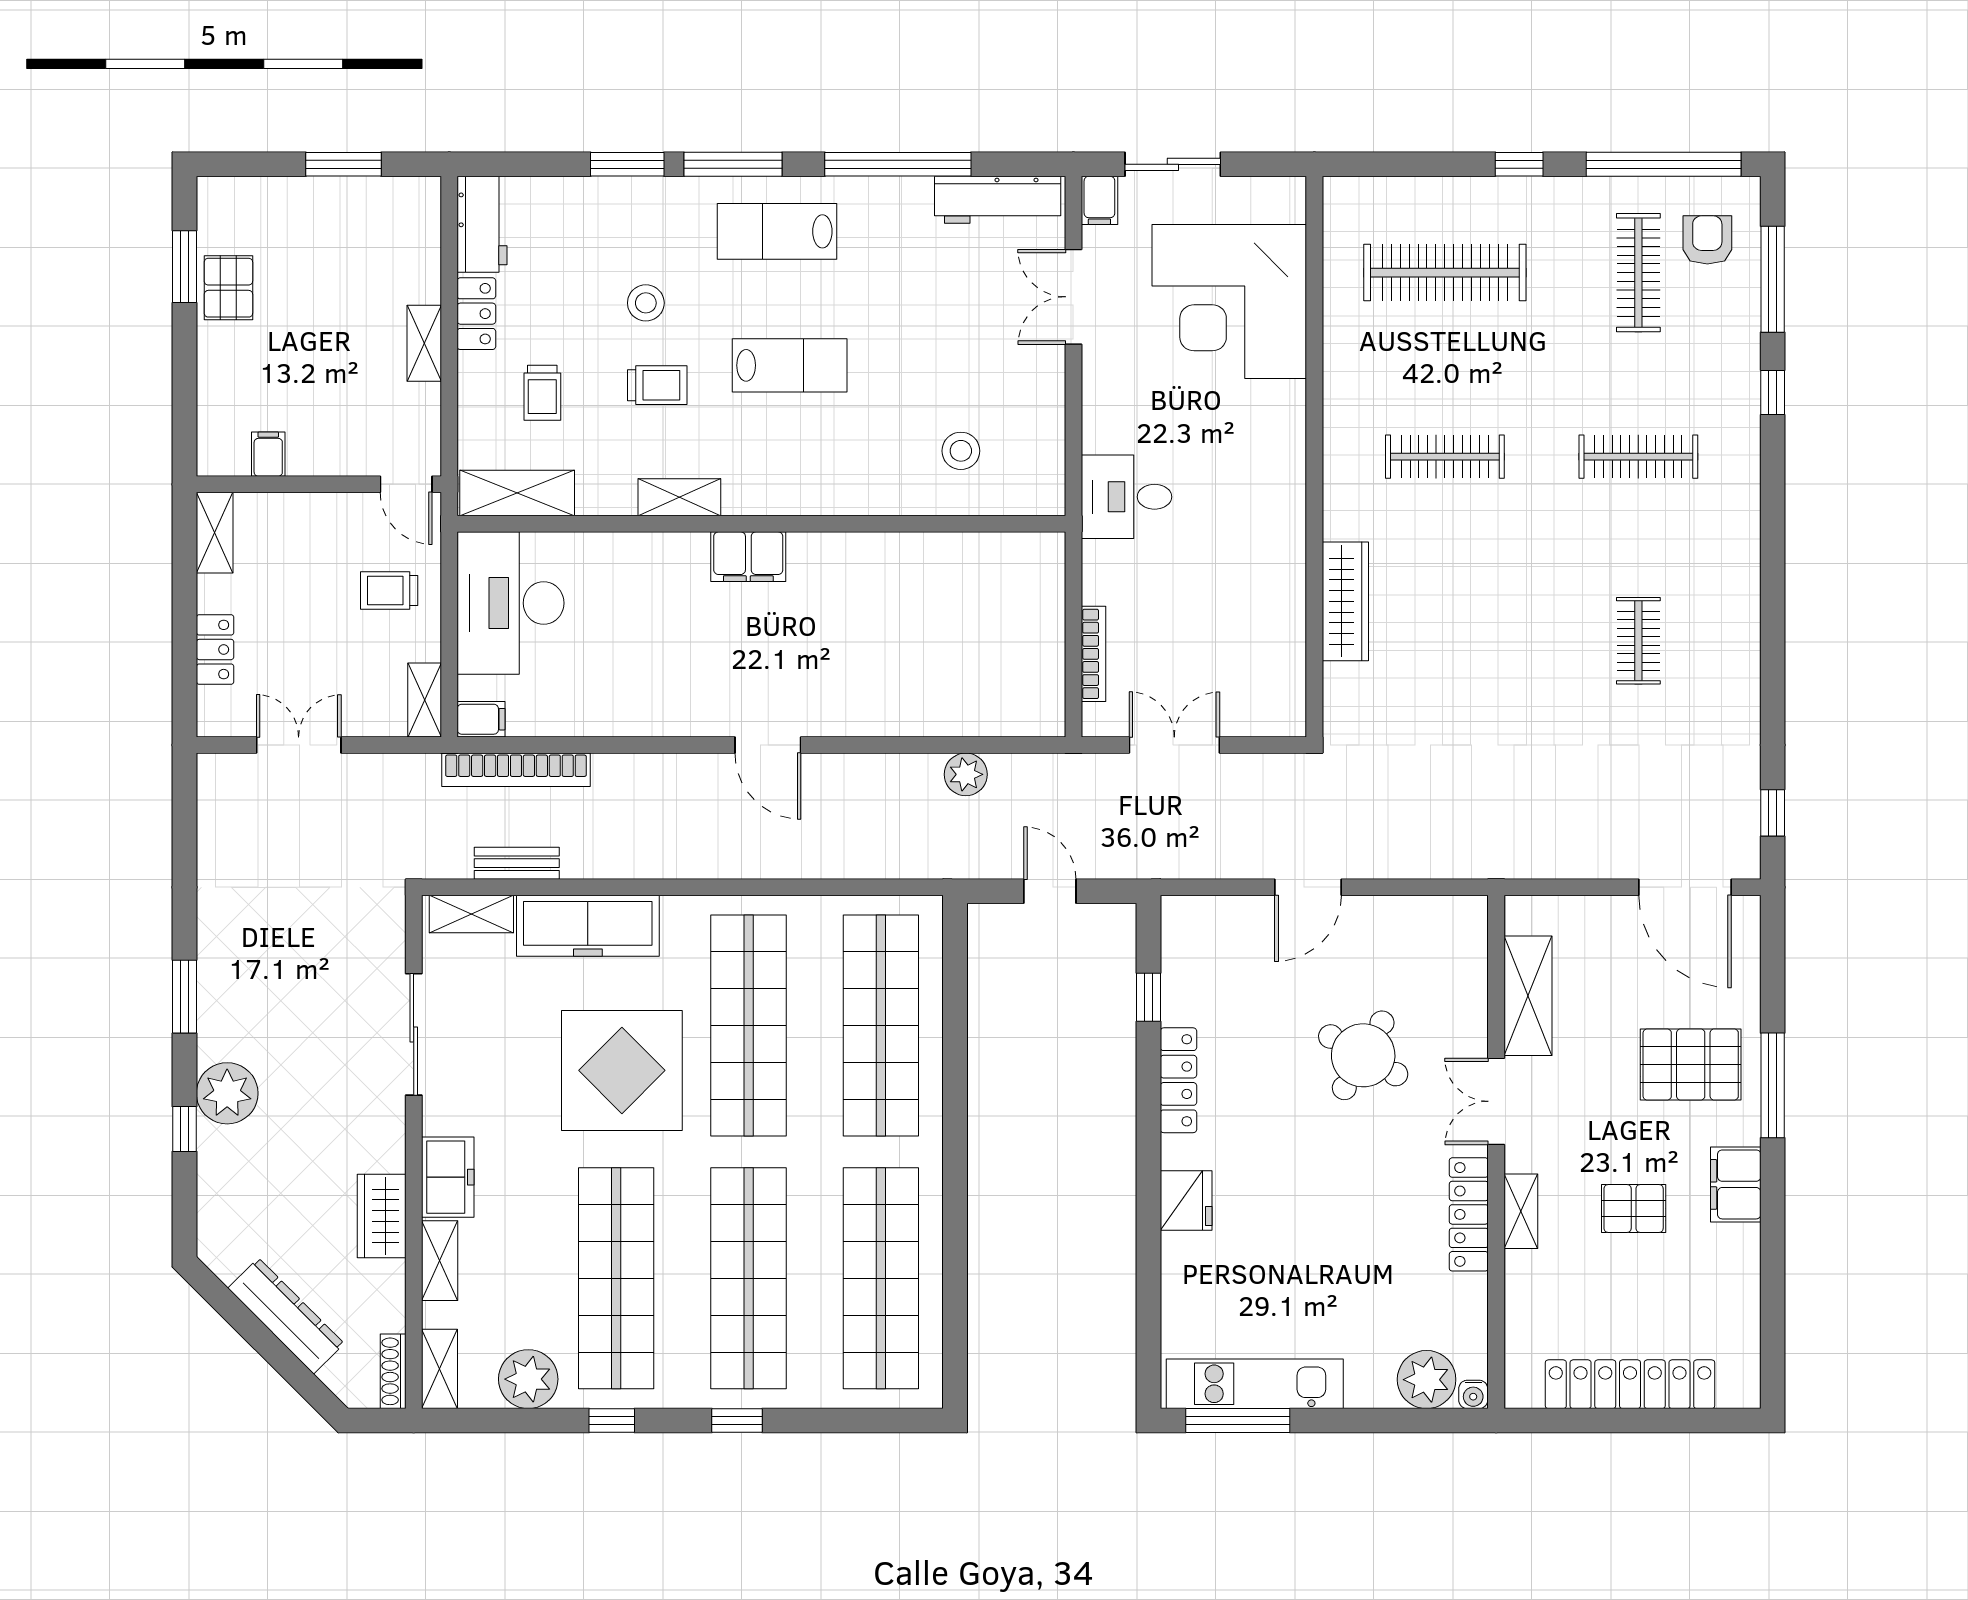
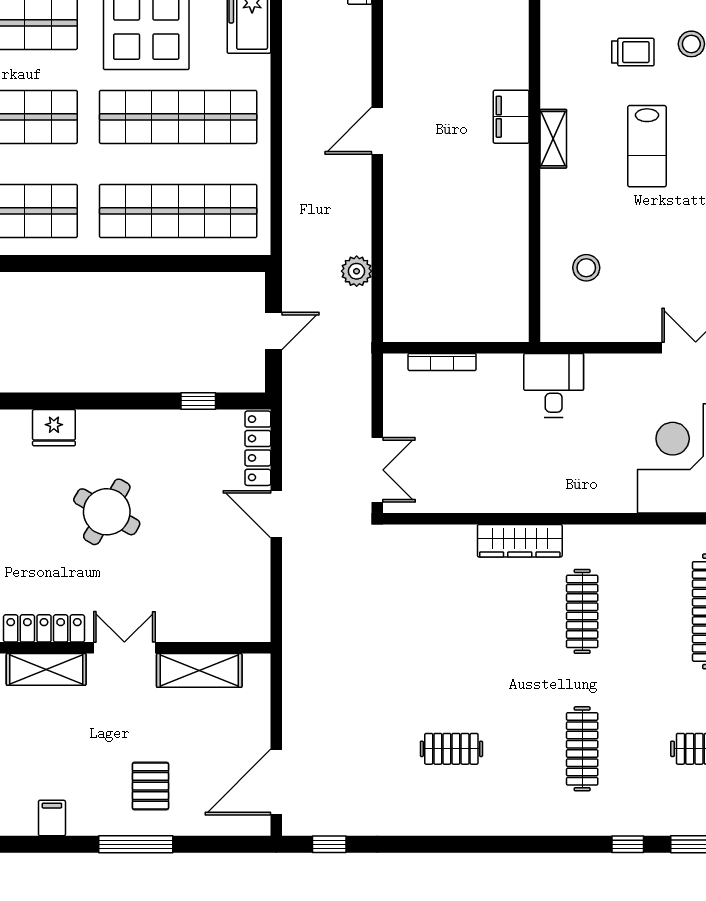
trolley: (657, 385) -> (633, 52), turned -90
shelving: (679, 497) -> (553, 139), moved
wardrobe: (1345, 601) -> (520, 541), moved
double door: (1174, 745) -> (377, 470), moved
round table: (1363, 1055) -> (107, 512), moved
pallet: (1691, 1064) -> (150, 786), width x0.67, depth x0.71
locker: (1178, 1080) -> (258, 448), moved, turned 90
filing cabinet: (1736, 1184) -> (52, 818), width x0.50
pallet: (1634, 1208) -> (48, 745), removed
shelving: (1521, 1211) -> (46, 669), width x1.50, depth x1.33

